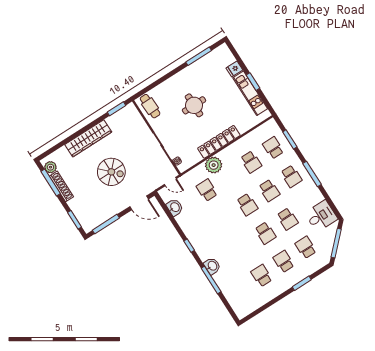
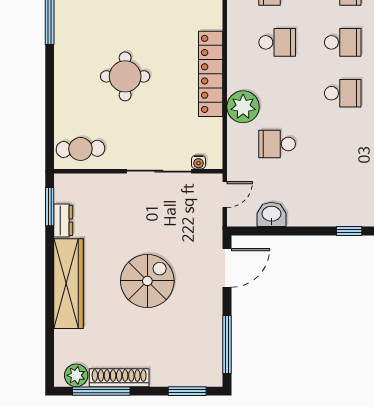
dresser: (114, 119) -> (63, 220), added

